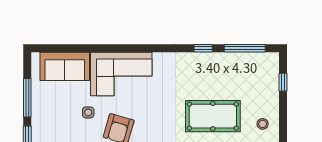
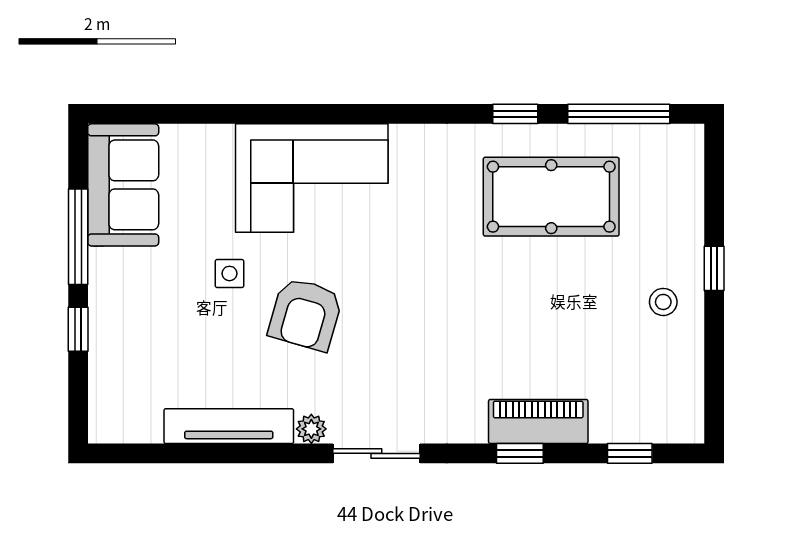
sofa: (65, 66) -> (123, 185), moved, turned -90
window: (283, 82) -> (714, 268), moved
pool table: (213, 116) -> (551, 197), moved

